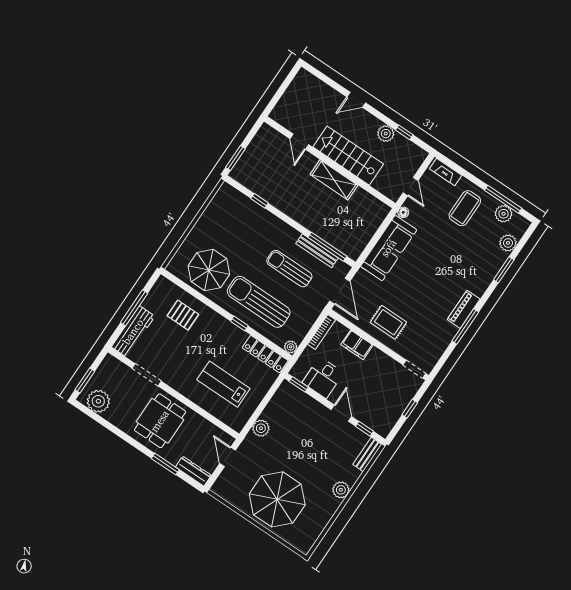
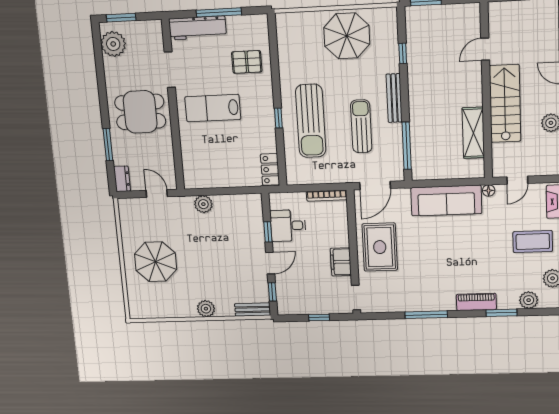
shelving: (334, 180) -> (473, 133), moved
bench: (317, 251) -> (394, 98), moved
parasol: (209, 270) -> (347, 36), moved
sun lounger: (259, 302) -> (311, 121), turned 180
piano: (464, 309) -> (476, 302), moved
pallet: (183, 315) -> (247, 62), turned 90
rug: (388, 322) -> (380, 247), width x1.36, depth x1.43
filing cabinet: (357, 345) -> (341, 262), moved
plant: (291, 347) -> (293, 178), removed
locker: (265, 354) -> (270, 169), width x0.66
lab bench: (223, 384) -> (213, 108), moved, turned -90
window: (299, 384) -> (268, 232), moved
door: (228, 457) -> (157, 194), hinge flipped
dresser: (193, 471) -> (122, 179), width x0.70
parasol: (277, 499) -> (156, 262), width x0.73, depth x0.73

